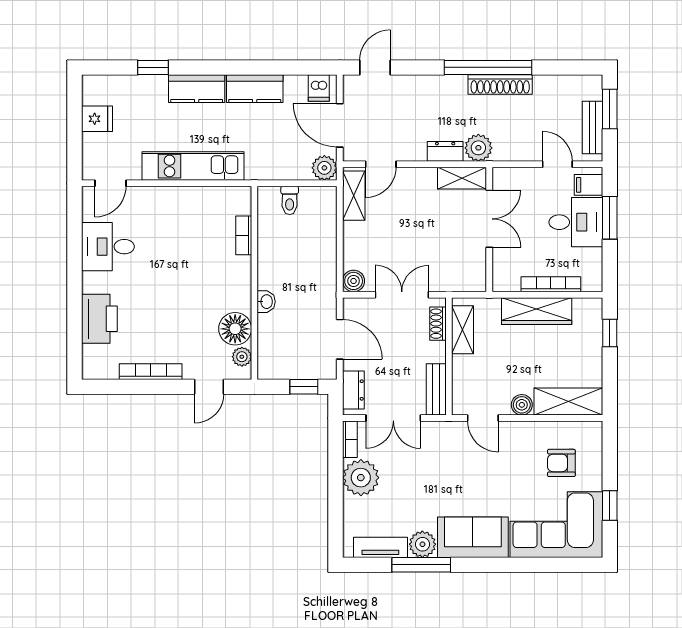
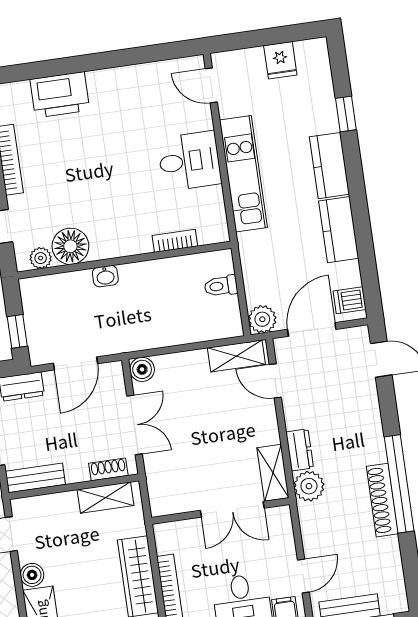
desk: (108, 247) -> (189, 161), moved, turned 90

